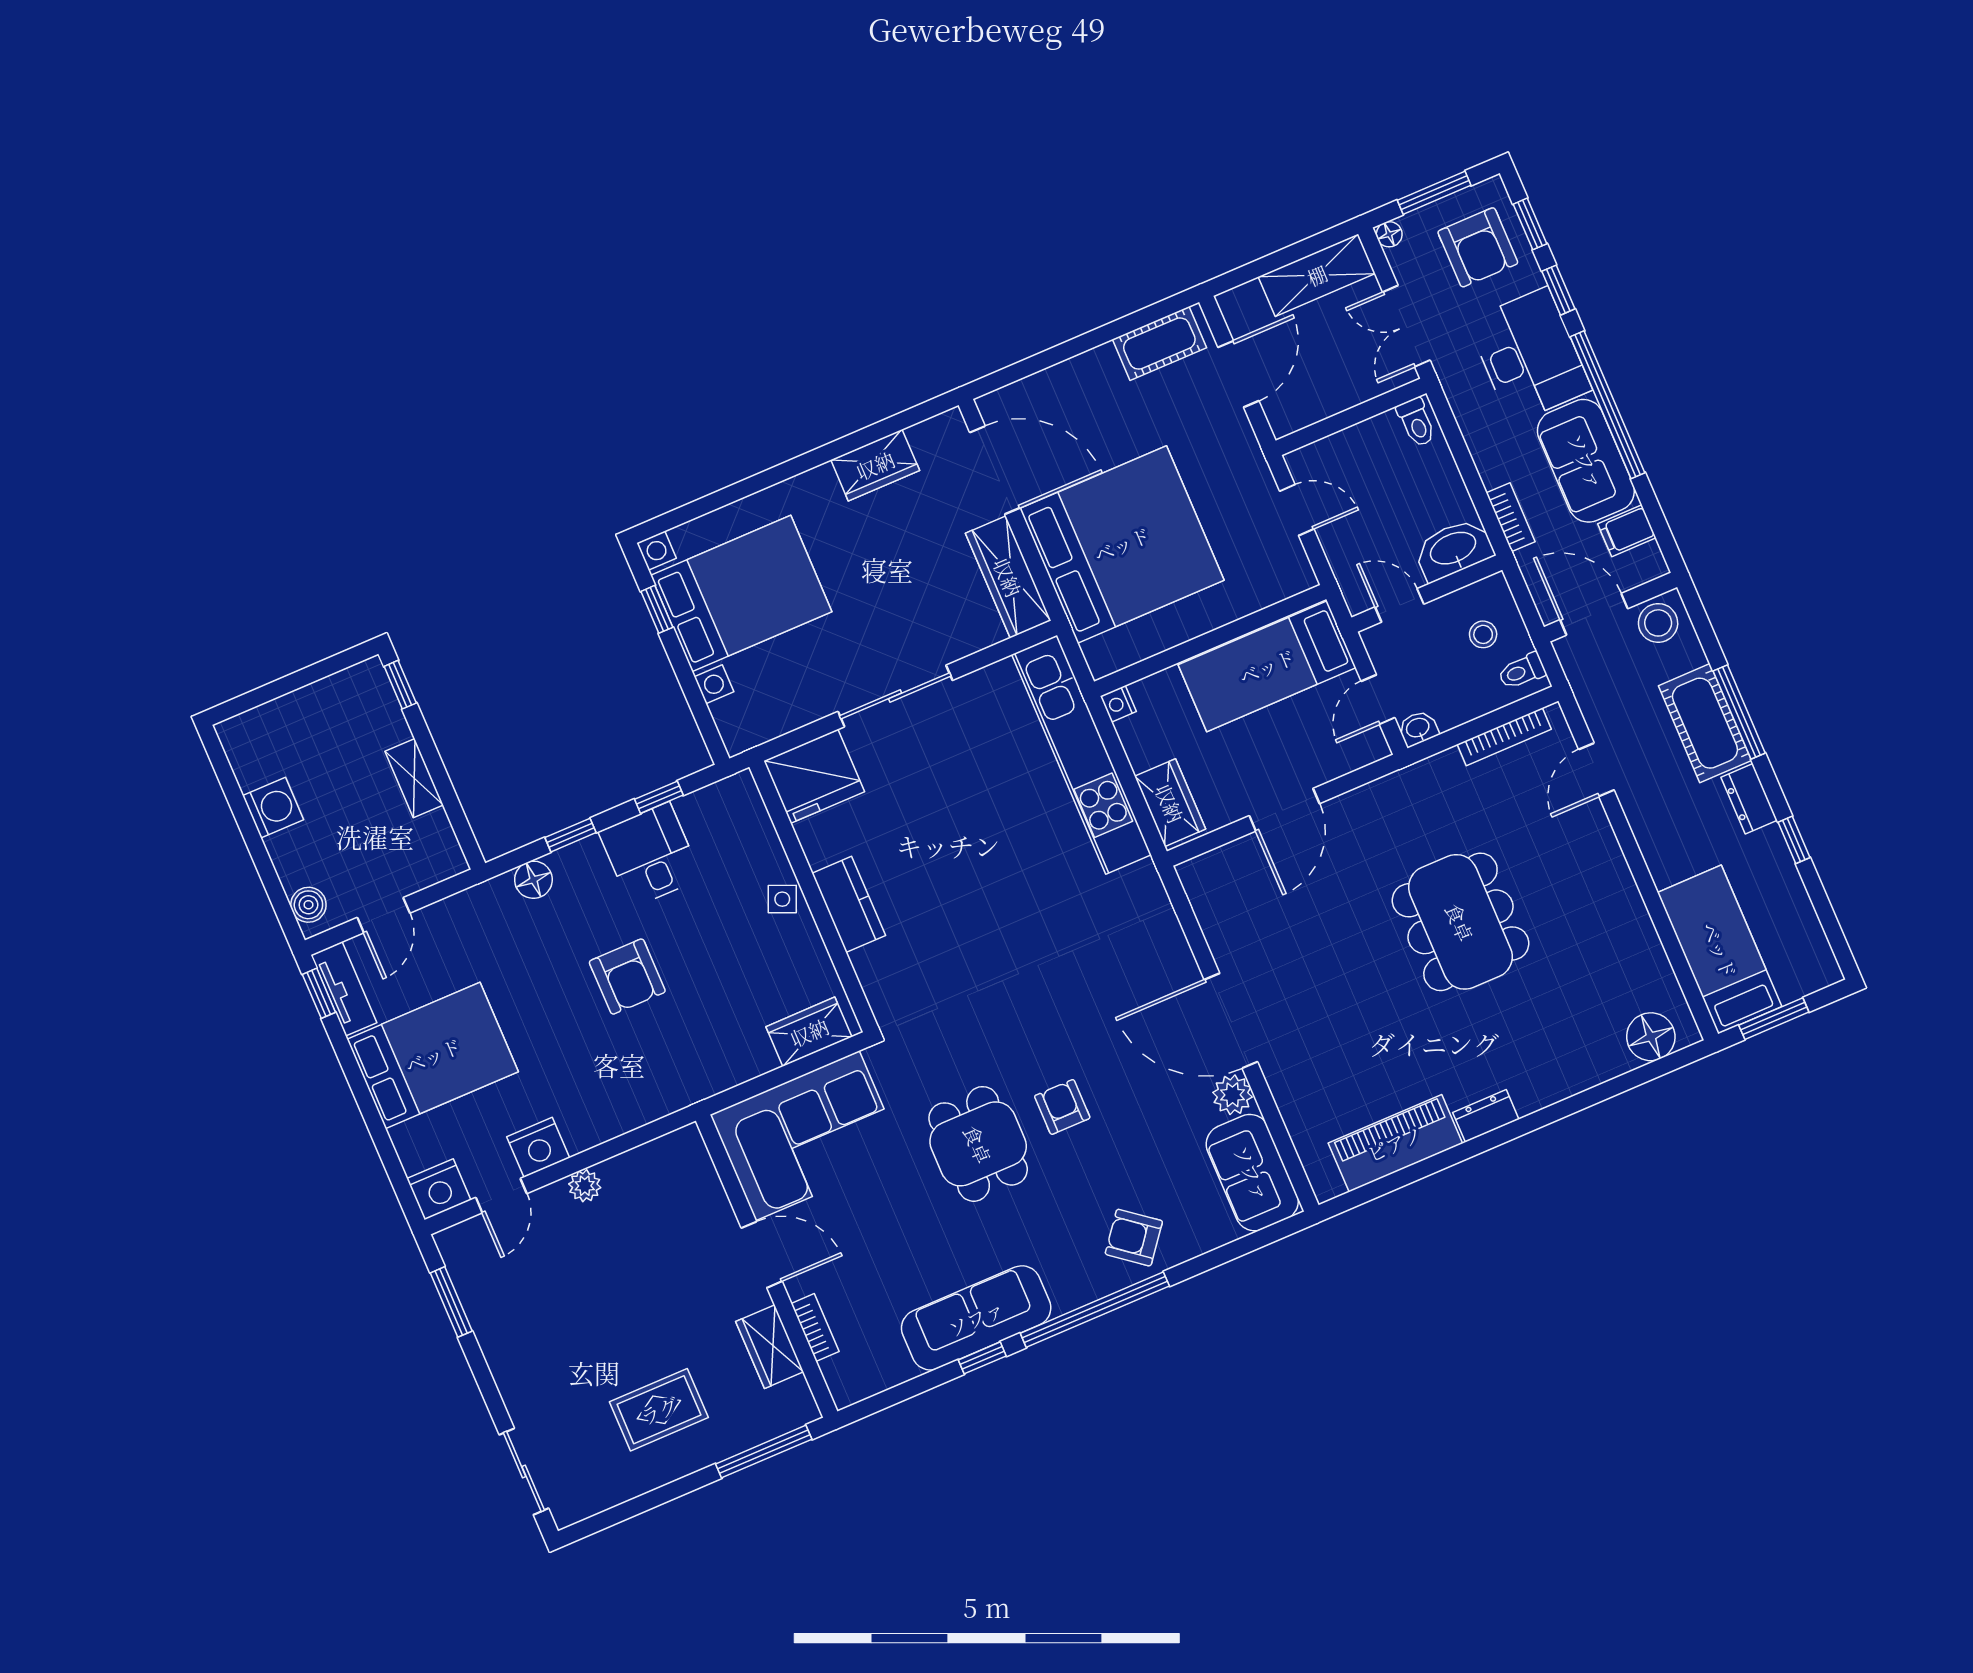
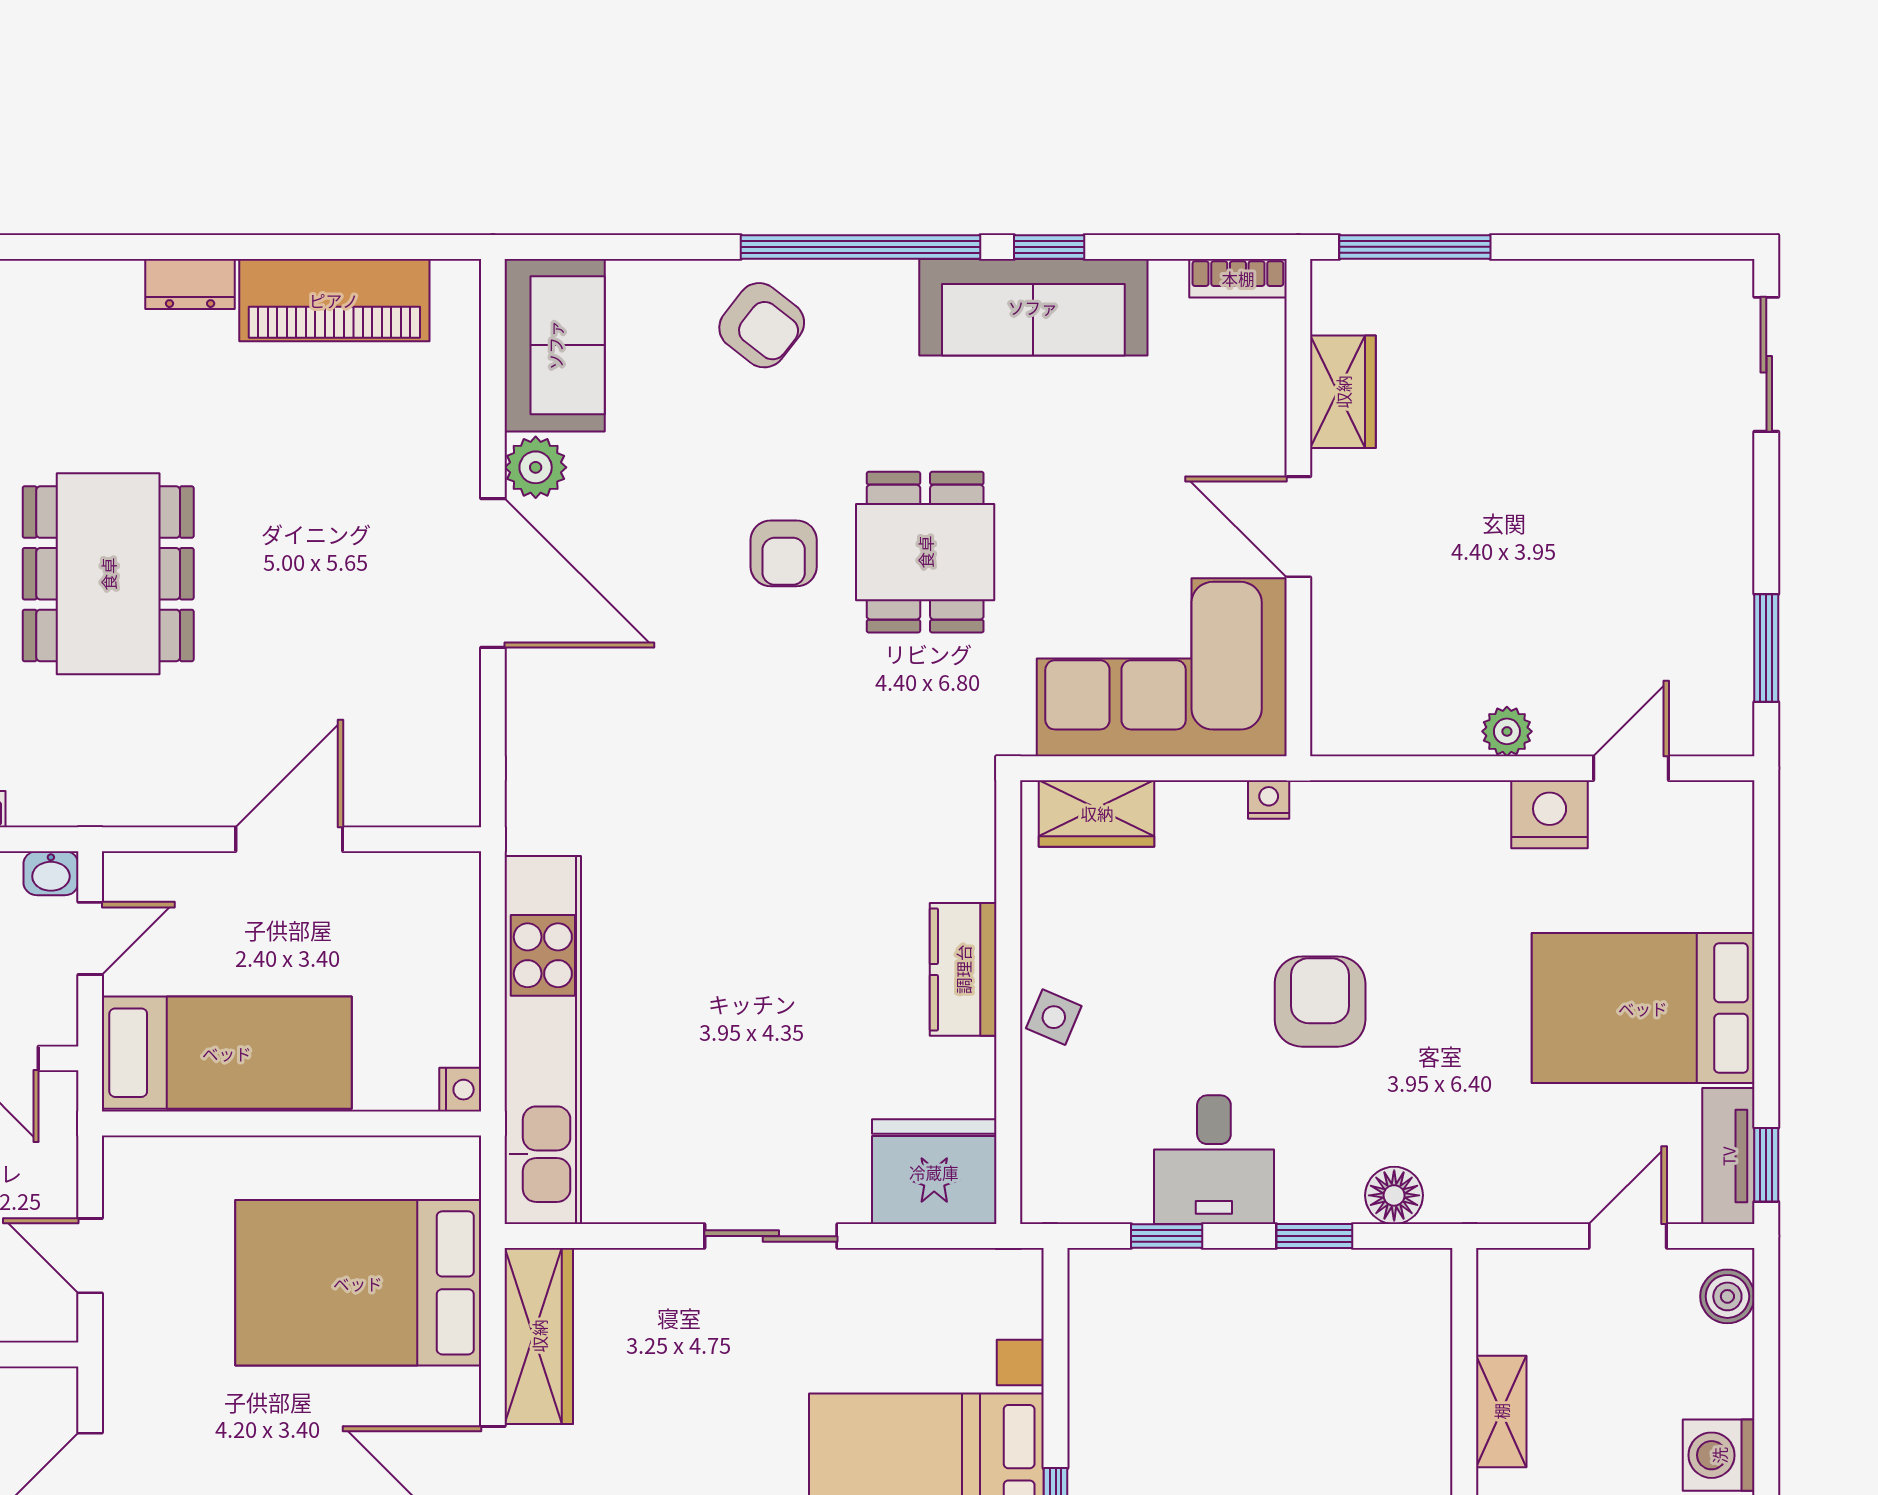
bed: (1122, 544) -> (358, 1283), width x0.73
sliding door: (895, 696) -> (771, 1236), width x0.73
wardrobe: (1170, 803) -> (447, 918), removed
nightstand: (439, 1189) -> (1269, 799), moved, width x0.53, depth x0.56
bookcase: (815, 1327) -> (1238, 278), moved, turned -90
rug: (659, 1410) -> (1538, 370), removed

